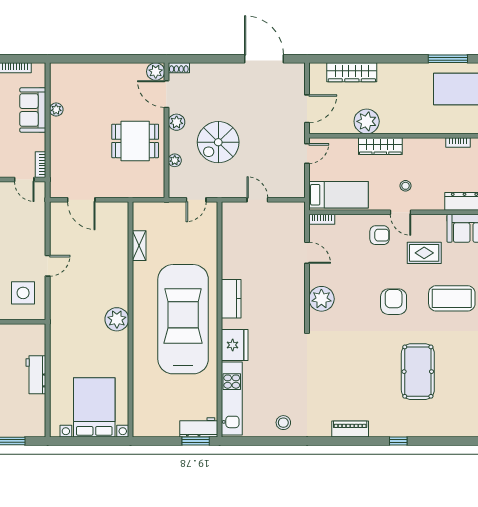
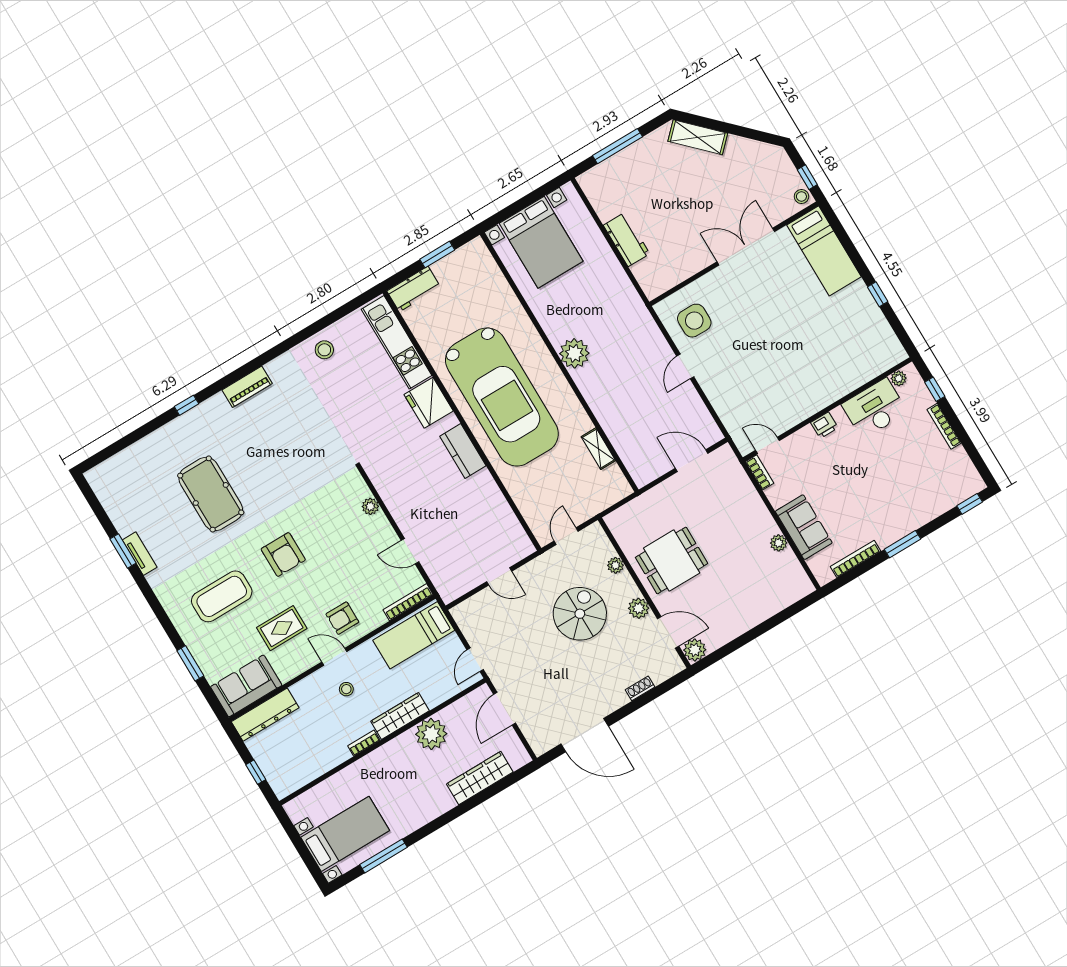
shoe rack: (179, 68) -> (640, 688), moved
bookcase: (458, 142) -> (364, 743), moved
bookcase: (322, 219) -> (408, 602), width x1.56
plant: (321, 299) -> (370, 506), width x0.53, depth x0.53
window: (196, 441) -> (437, 255), moved

